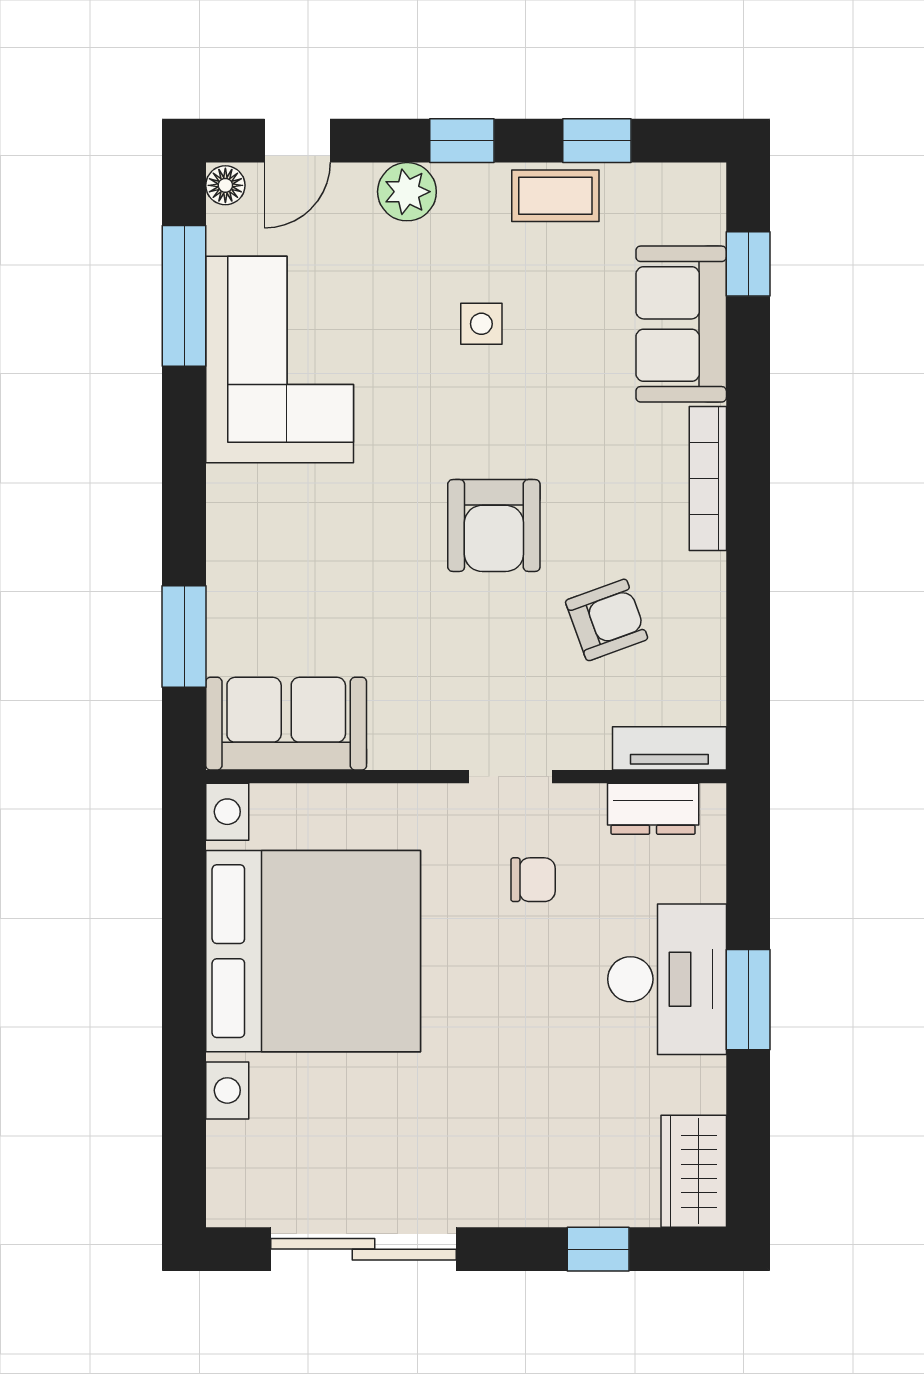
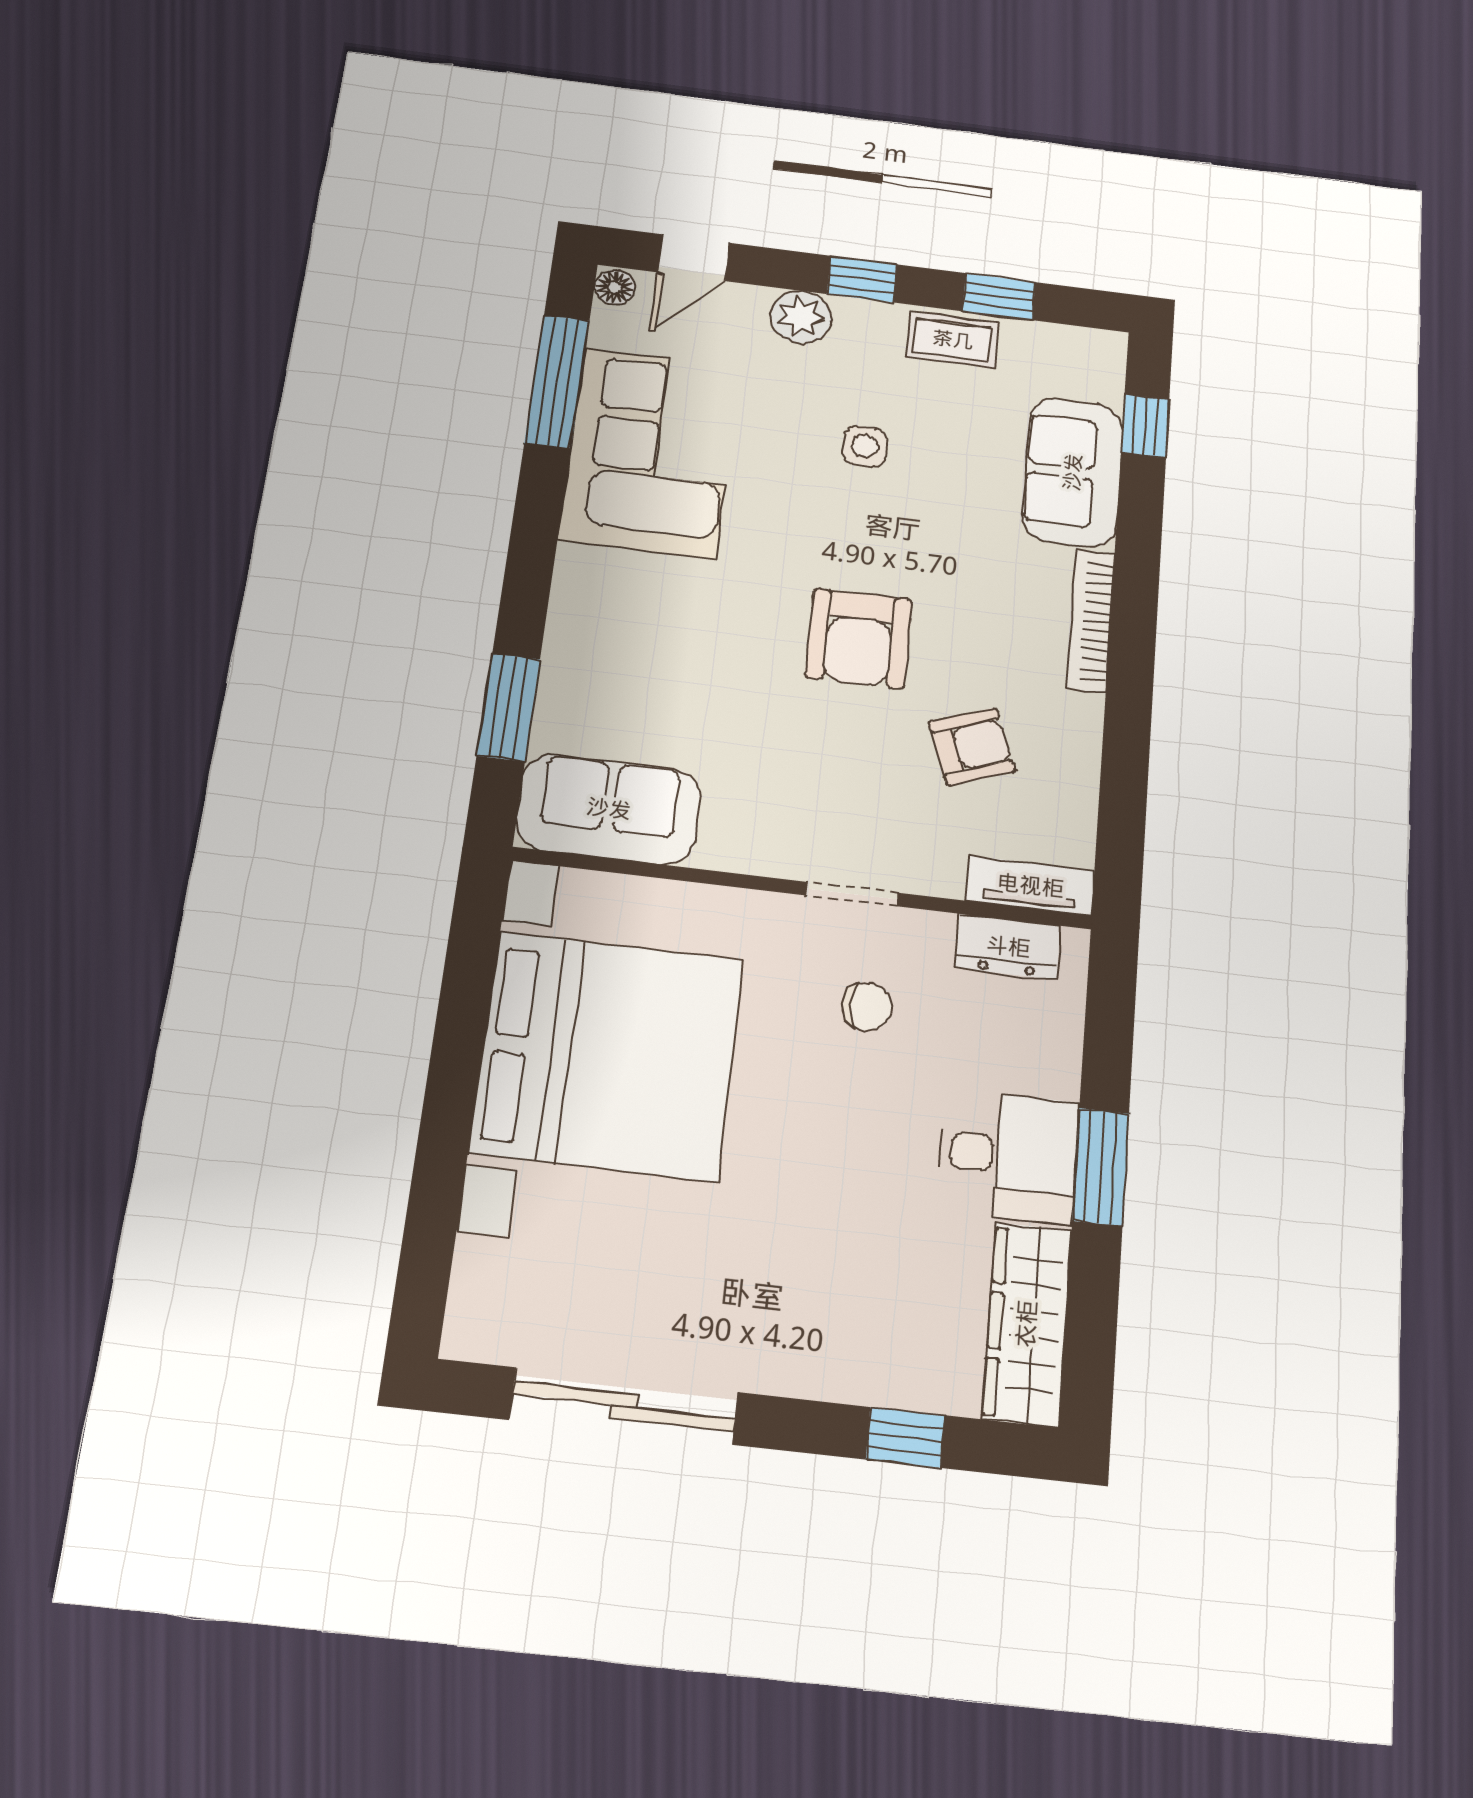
desk: (667, 979) -> (1008, 1156), width x0.73
wardrobe: (694, 1171) -> (1027, 1324), width x1.50

